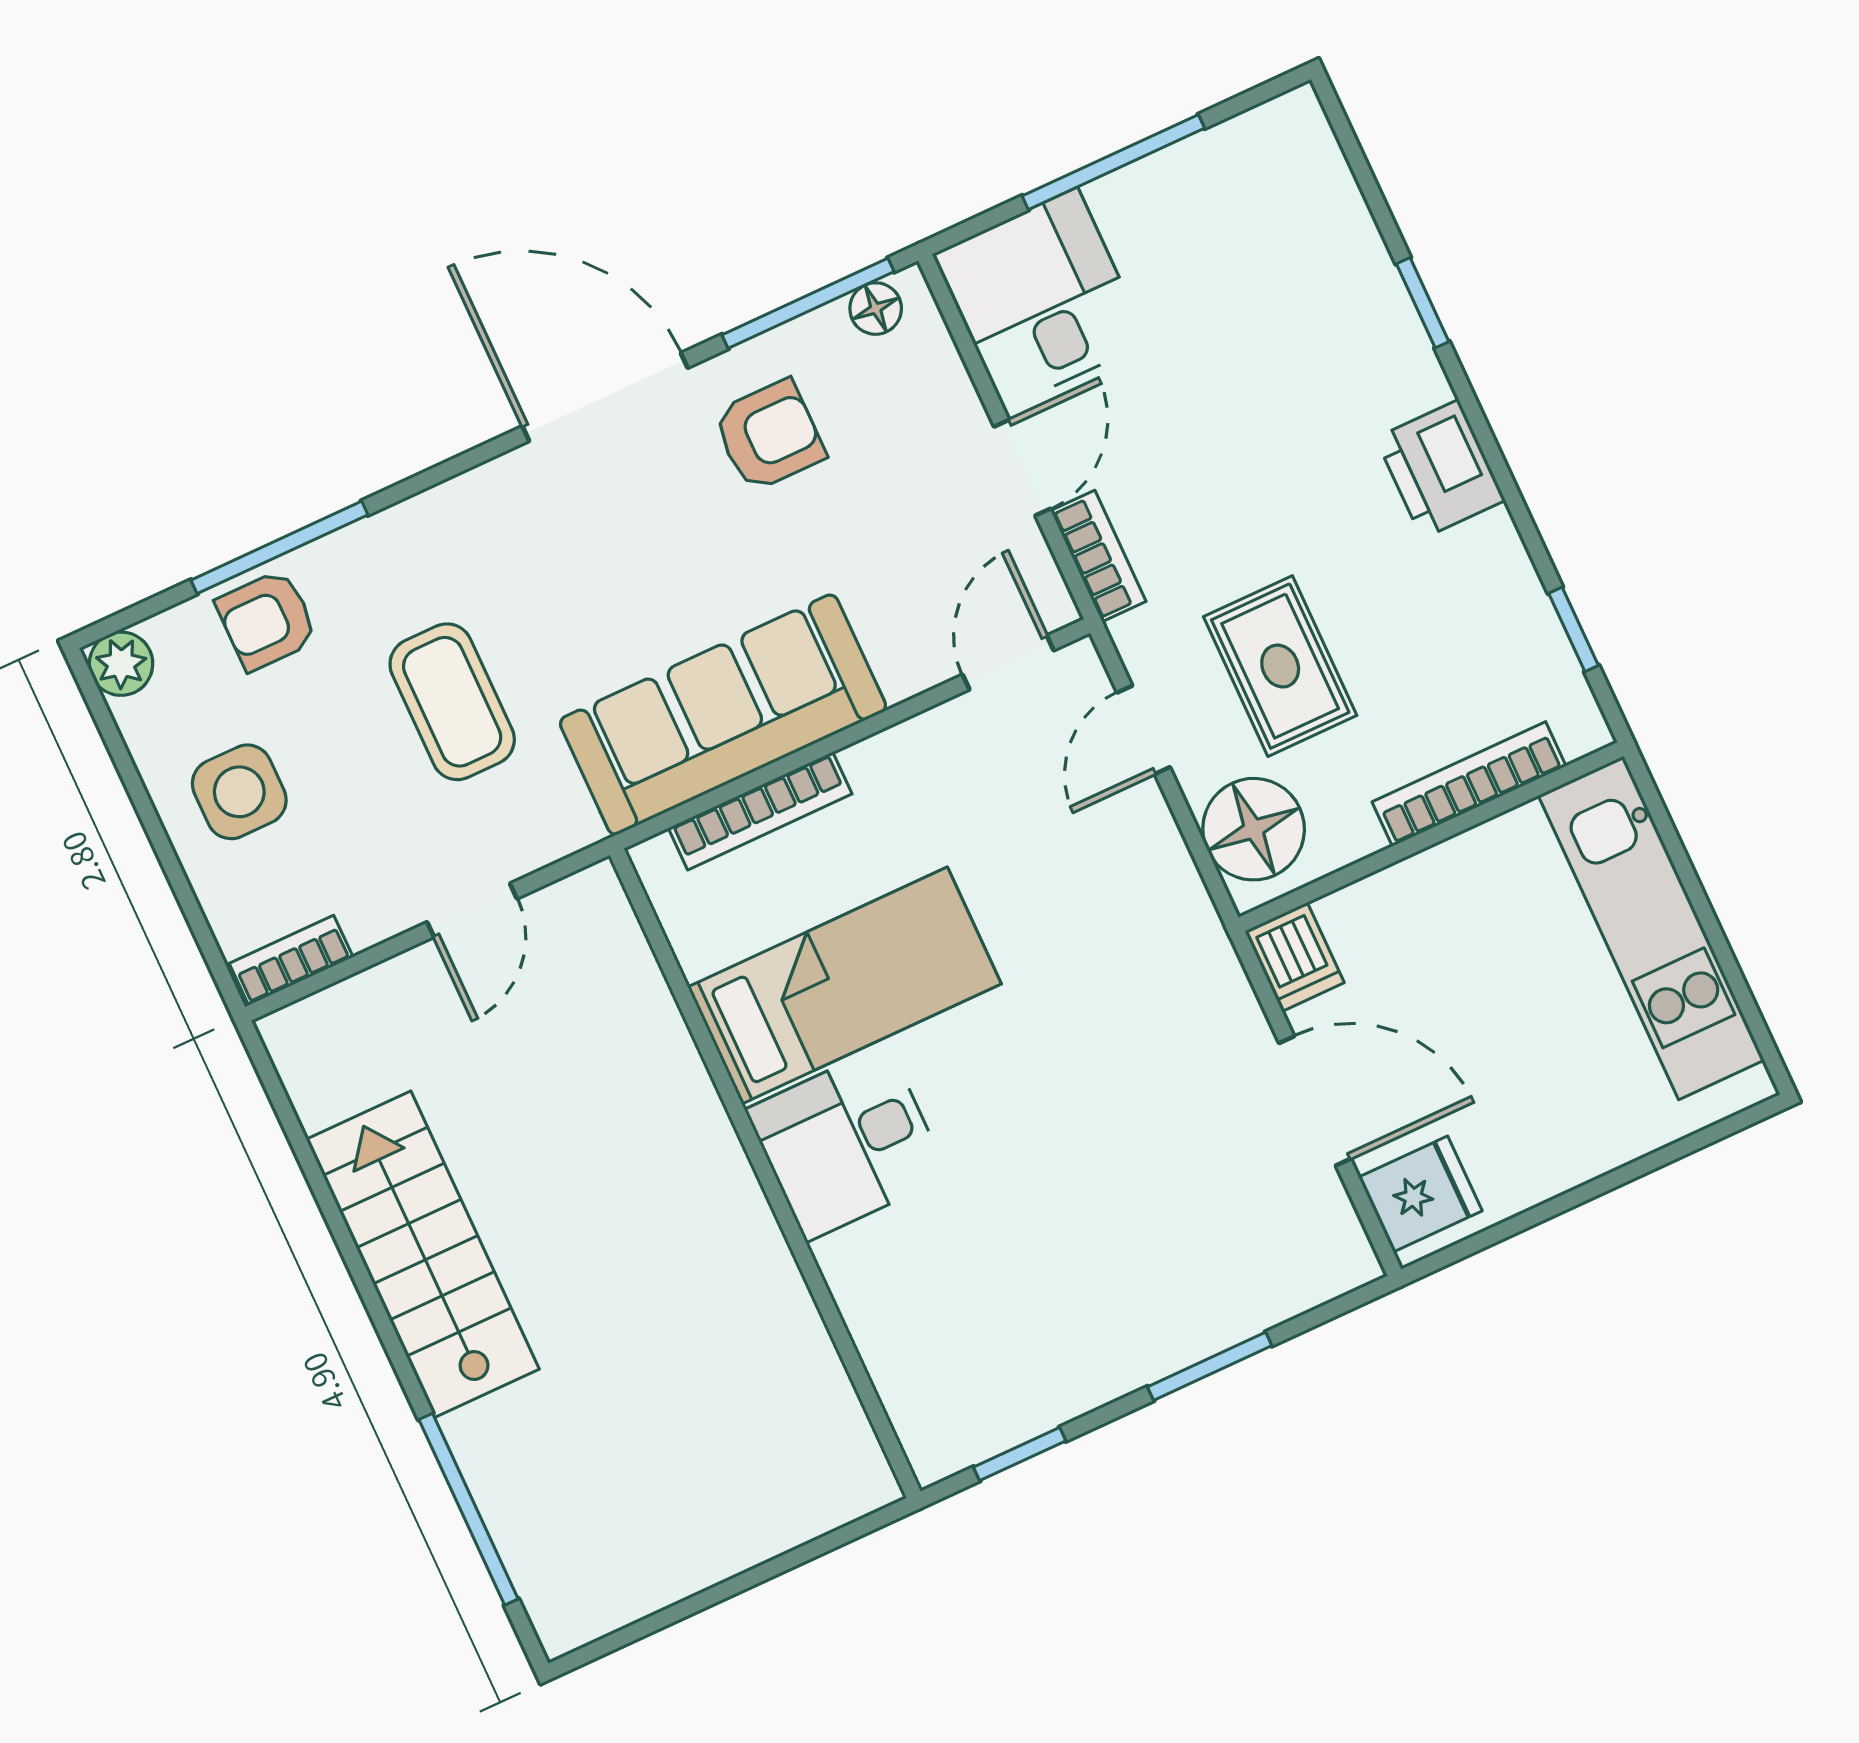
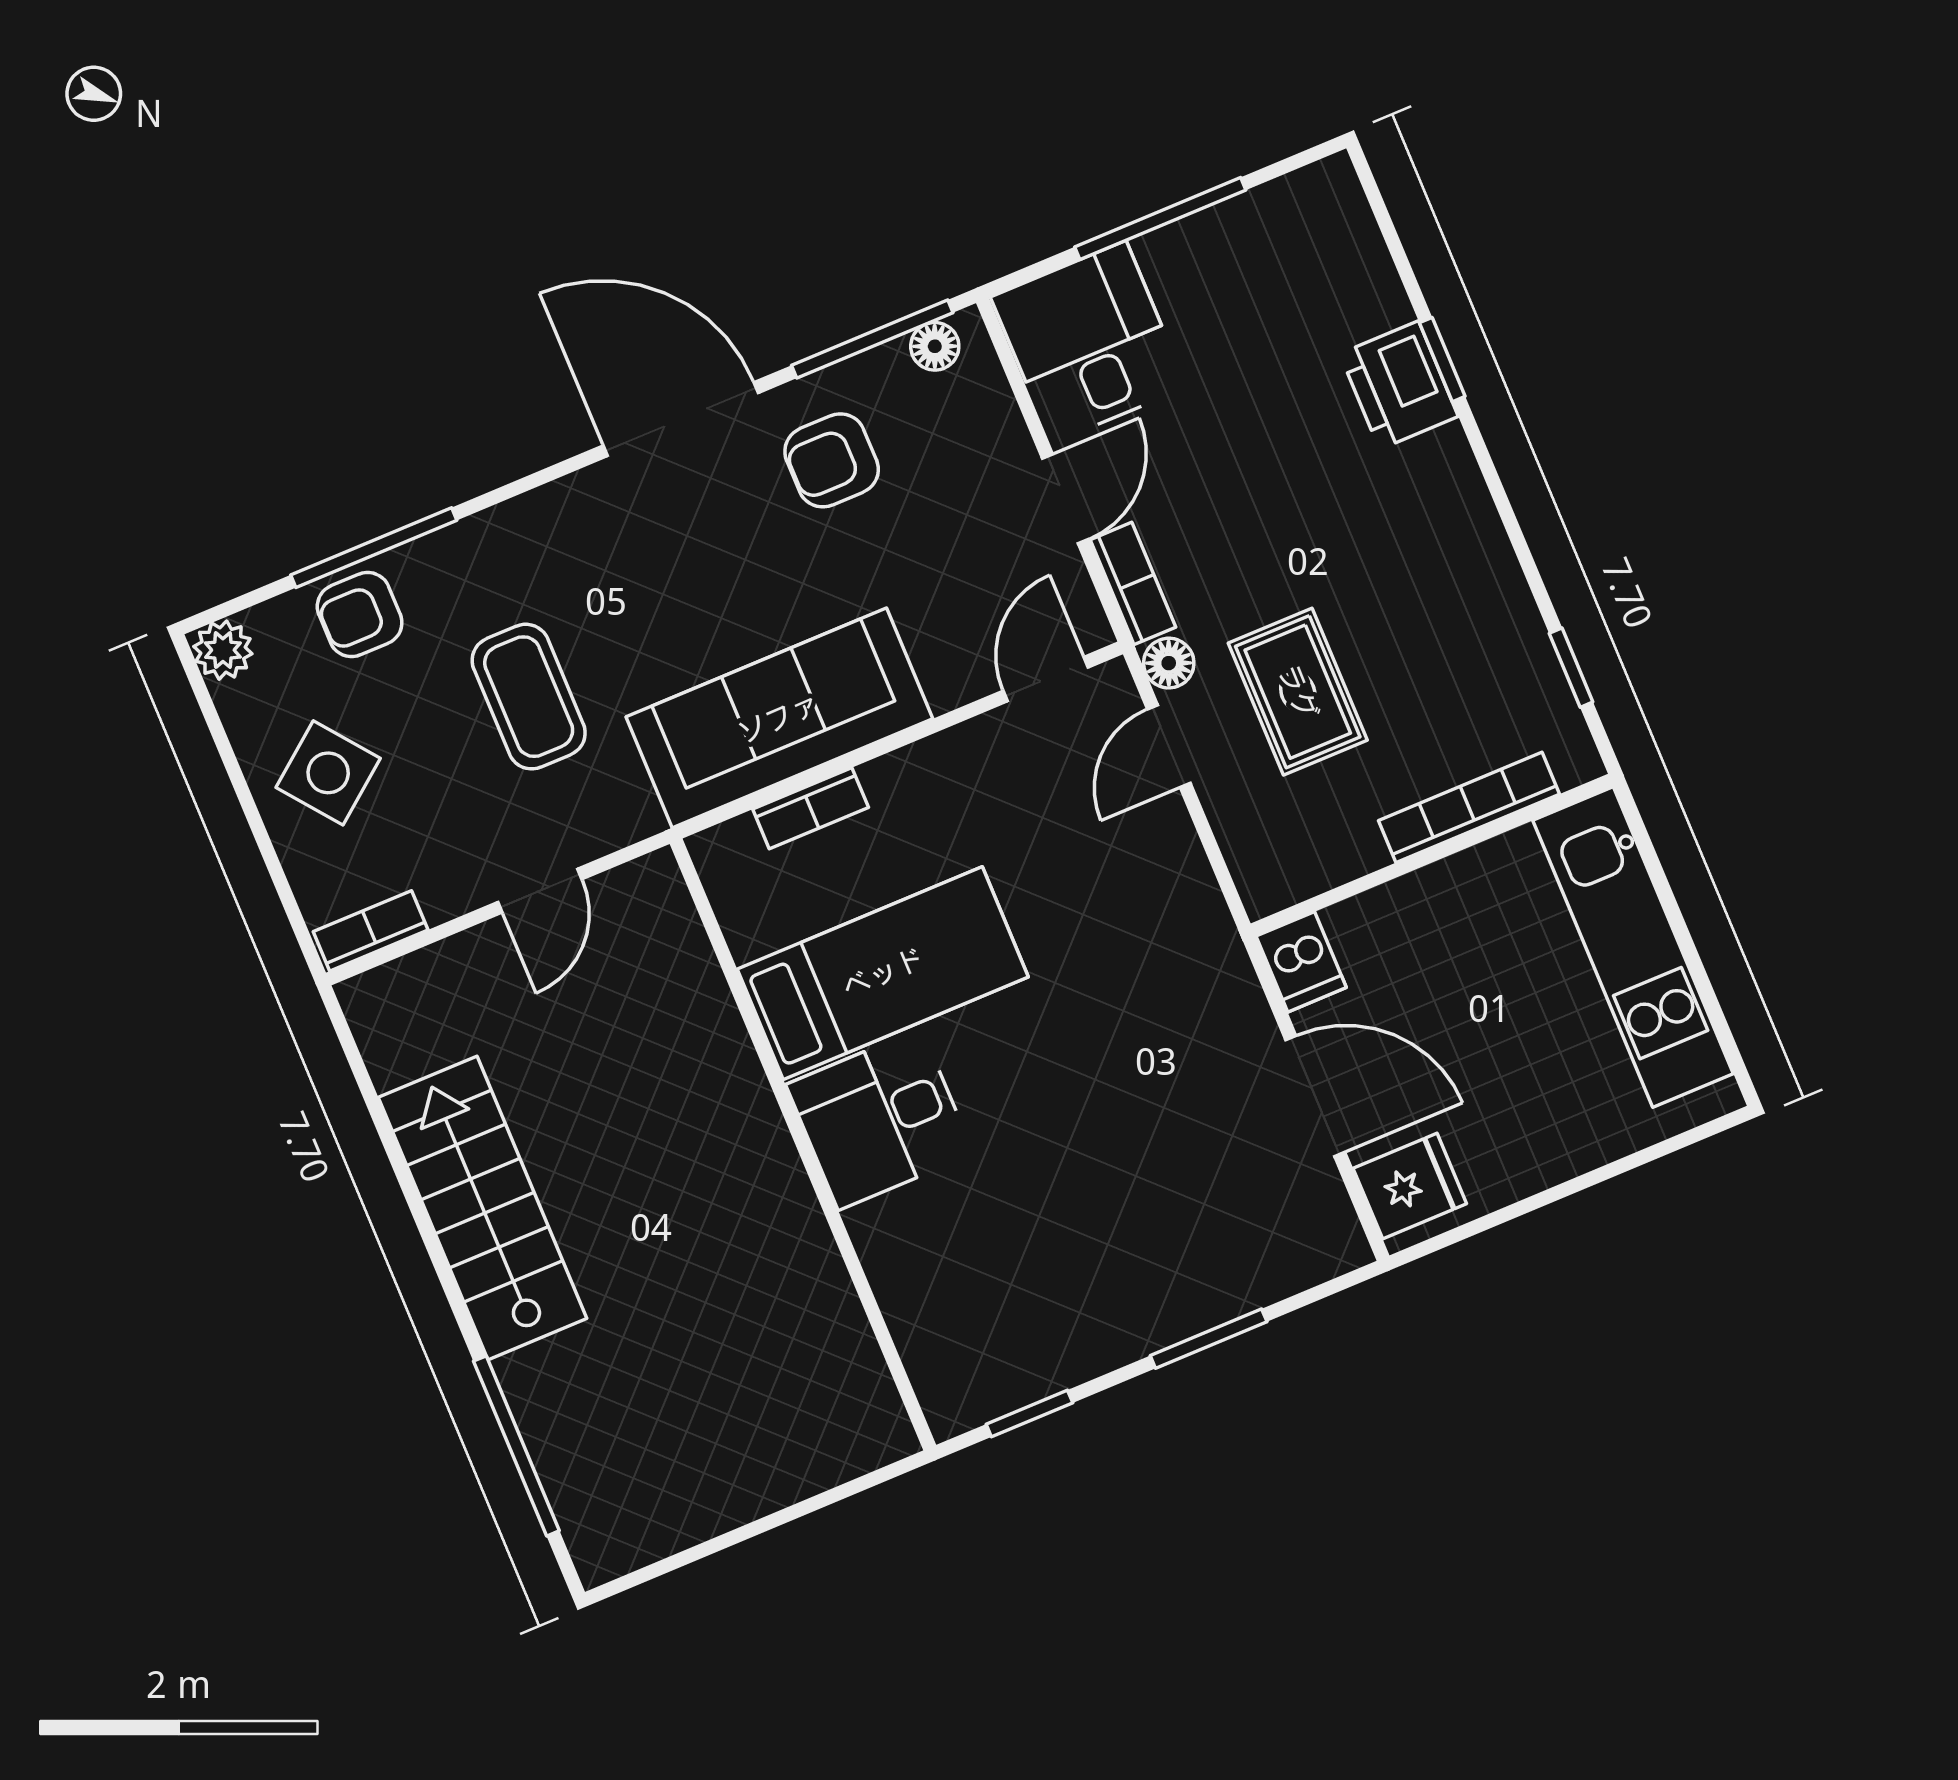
armchair: (769, 435) -> (832, 460), turned 180
printer: (1440, 469) -> (1399, 385), moved
side table: (239, 792) -> (328, 773), turned -38
bookcase: (760, 811) -> (811, 808), width x0.64
floor lamp: (1254, 829) -> (1169, 663), moved, width x0.53, depth x0.53

